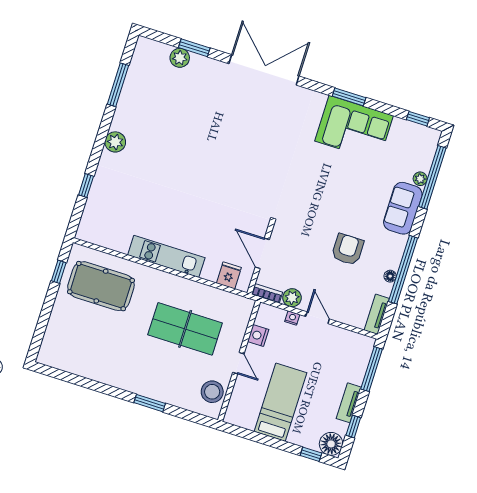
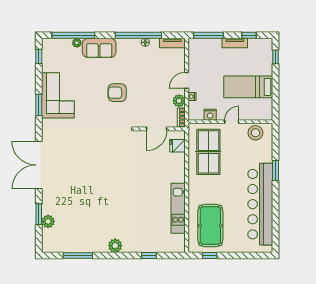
armchair: (348, 249) -> (117, 93), moved
kitchen unit: (166, 256) -> (178, 208), moved
table tennis table: (185, 329) -> (208, 152), moved
bar counter: (109, 366) -> (260, 204), added
floor lamp: (331, 444) -> (265, 46), removed

